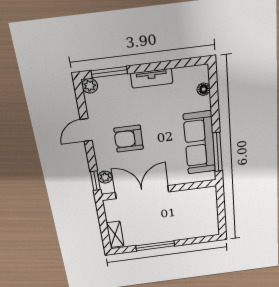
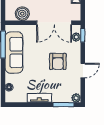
armchair: (129, 139) -> (58, 61), turned 90
boiler: (191, 198) -> (22, 14), added

